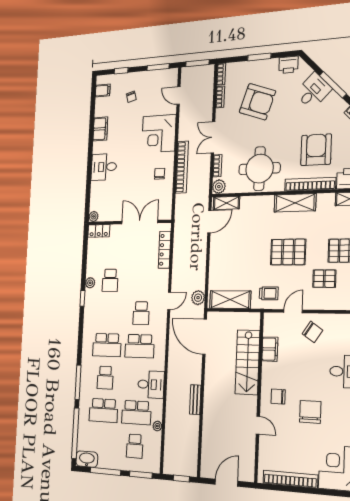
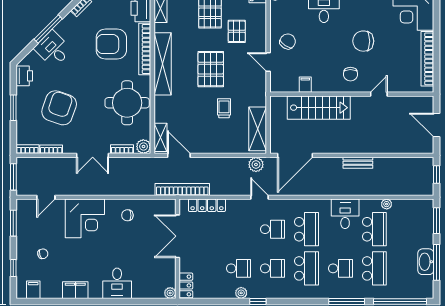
bookcase: (182, 167) -> (182, 189), moved
shelving: (295, 203) -> (163, 64), width x1.47
trolley: (269, 293) -> (224, 108), moved
filing cabinet: (270, 349) -> (305, 85), width x0.50
school desk: (135, 446) -> (272, 268), moved
washbasin: (87, 459) -> (426, 262), moved

